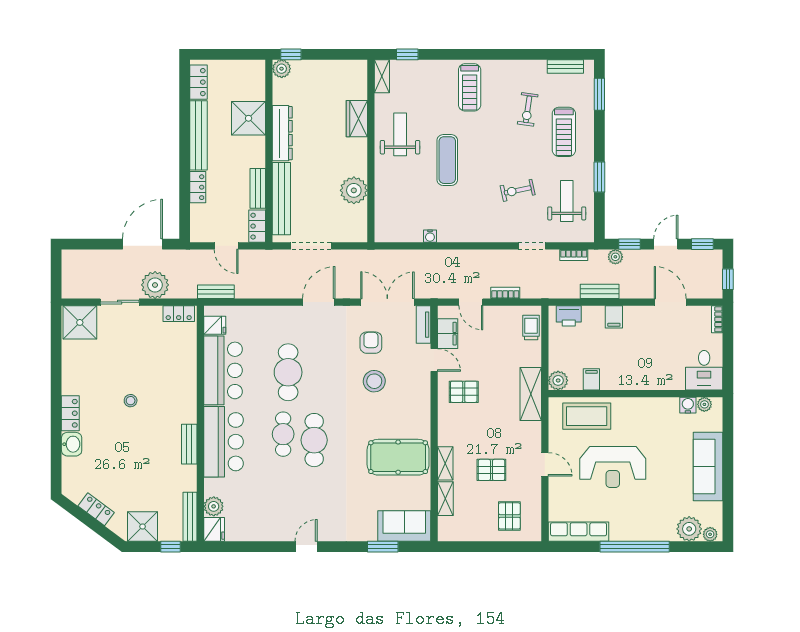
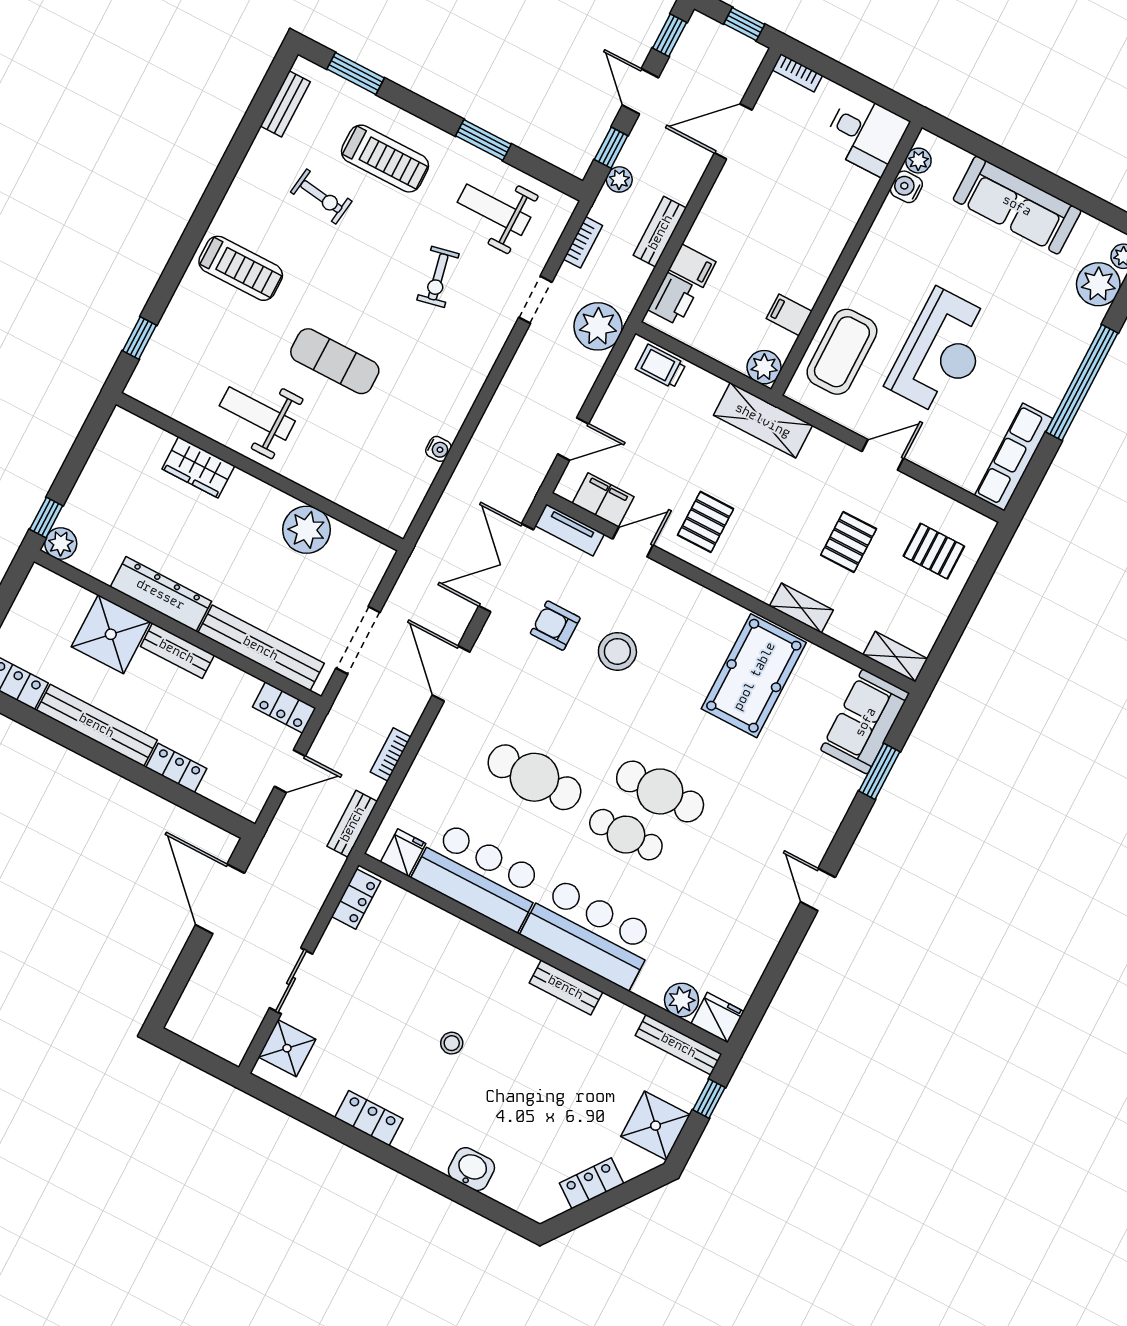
shelving: (382, 76) -> (153, 395), removed
bench: (258, 188) -> (177, 651), moved
plant: (155, 285) -> (598, 326), moved
bookcase: (505, 293) -> (391, 755), moved
filing cabinet: (614, 317) -> (692, 266), moved
shower: (80, 322) -> (287, 1048), width x0.73, depth x0.73
locker: (70, 413) -> (369, 1118), moved
shelving: (445, 499) -> (895, 657), moved

